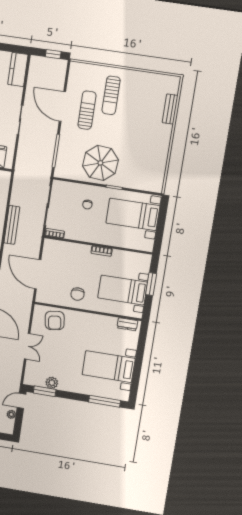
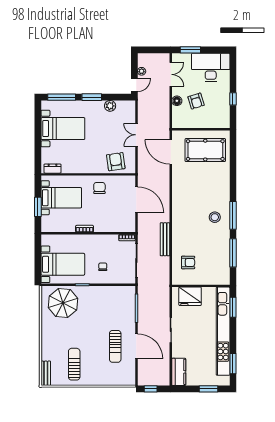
sun lounger: (111, 95) -> (74, 364), moved
bench: (170, 109) -> (46, 373), moved
parasol: (100, 163) -> (63, 303), moved
window: (45, 391) -> (92, 97), moved

